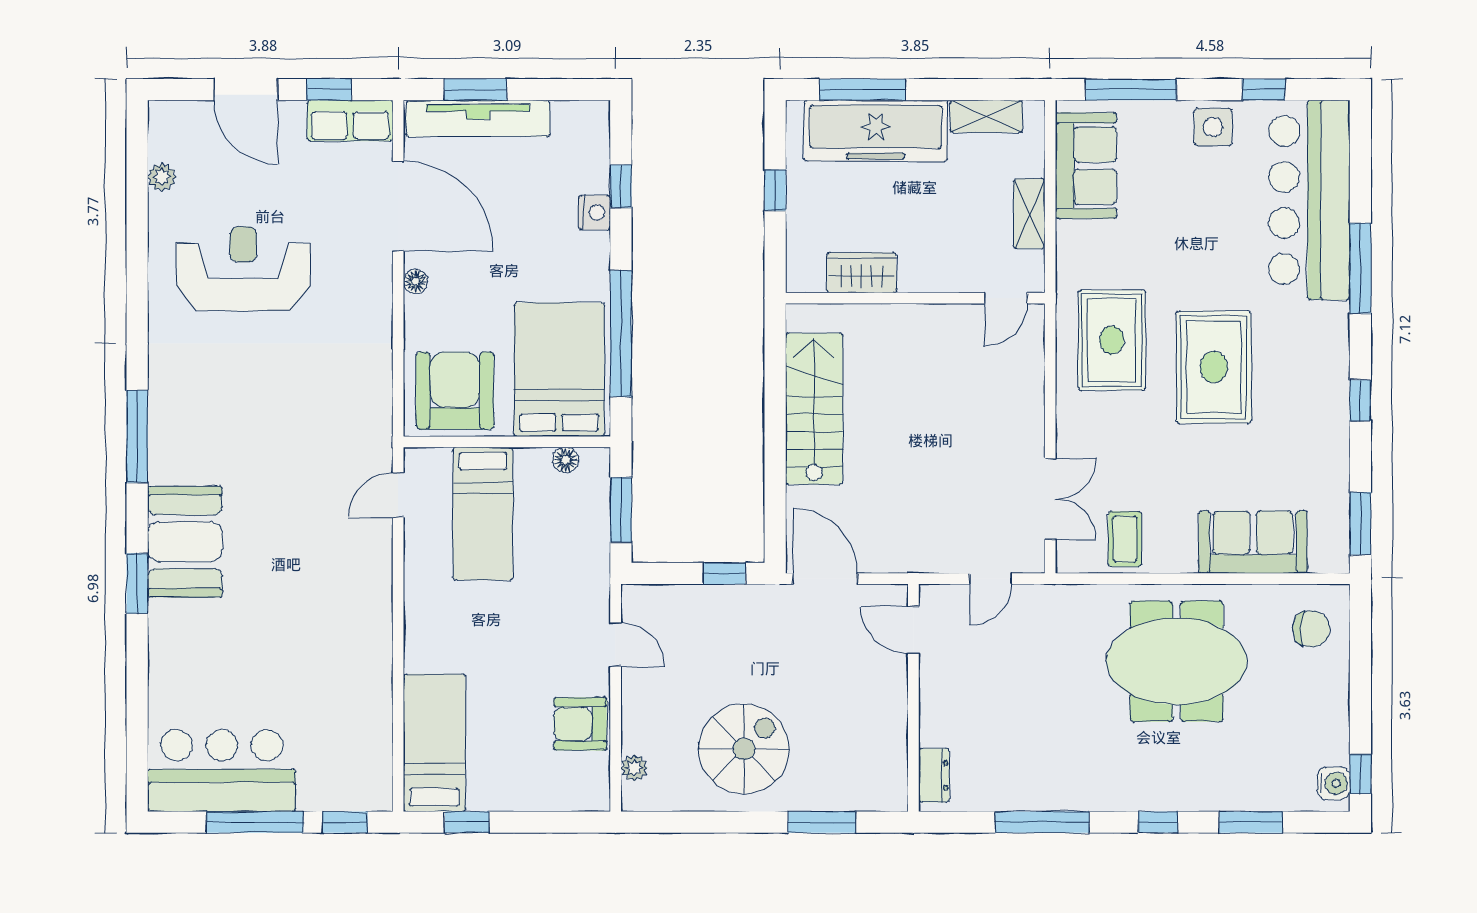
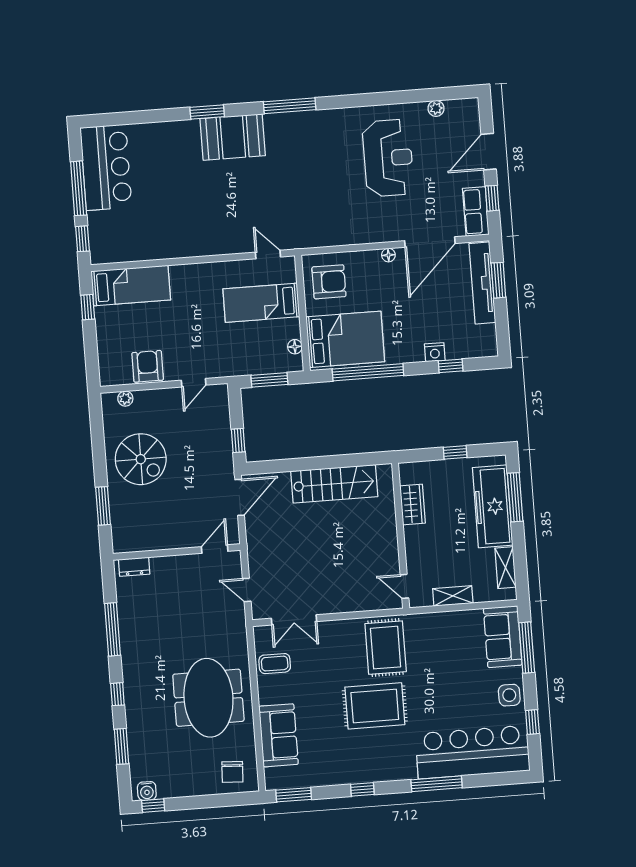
sofa: (1086, 166) -> (503, 637), moved, turned 90
rug: (1112, 340) -> (386, 648), turned 90
armchair: (455, 391) -> (329, 282), width x0.73, depth x0.73

